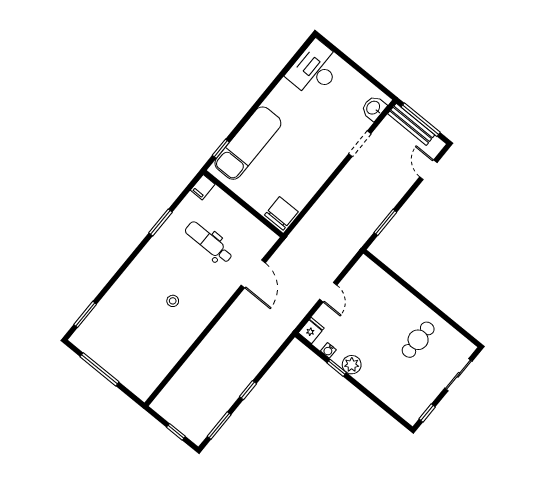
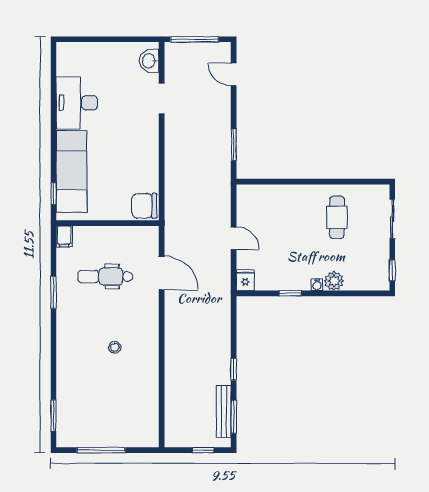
desk: (315, 69) -> (77, 103), moved
bench: (411, 124) -> (224, 411), moved, turned 90
chair: (281, 213) -> (144, 206), turned -90
water cooler: (328, 350) -> (317, 285), moved
plant: (352, 365) -> (334, 281), moved

